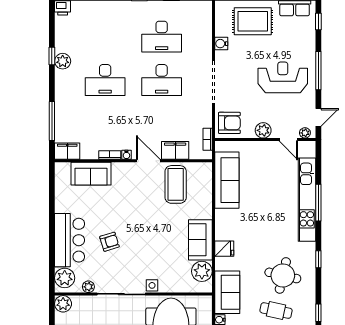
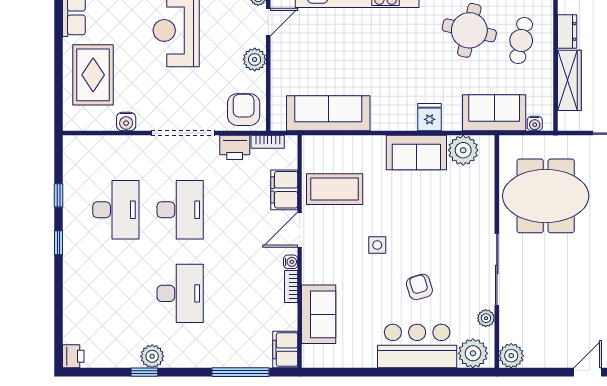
printer: (204, 117) -> (235, 147), added
side table: (152, 285) -> (377, 245), moved

